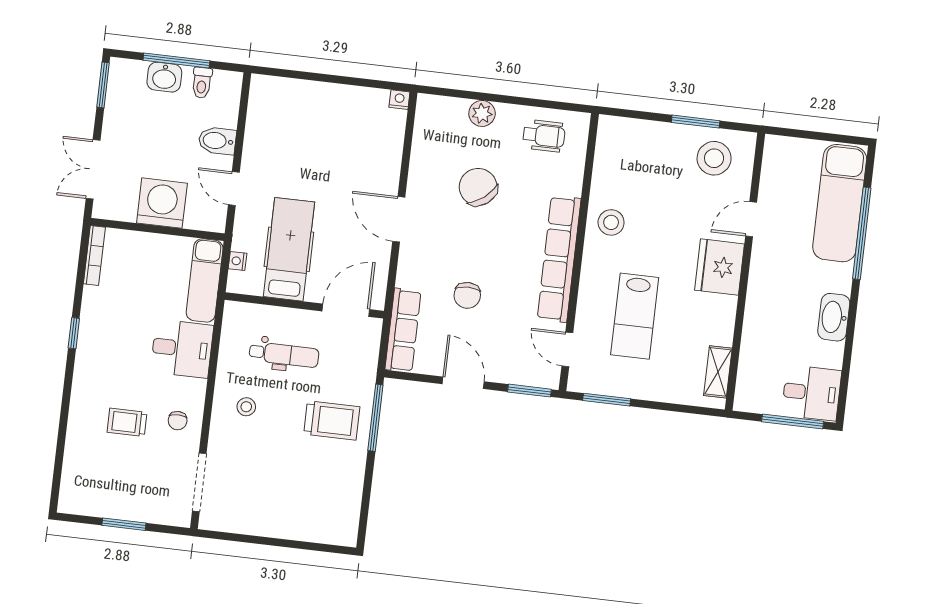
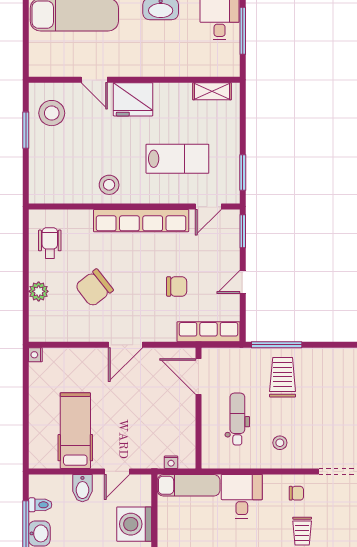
hospital bed: (289, 249) -> (75, 431), moved, turned 90
door: (463, 383) -> (243, 282), width x0.73

